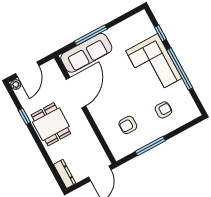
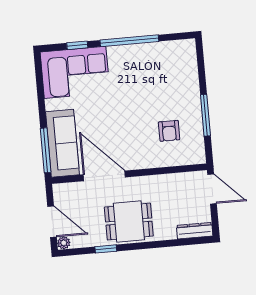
window: (91, 35) -> (46, 150), moved
corner sofa: (154, 65) -> (75, 72), moved
armchair: (163, 110) -> (169, 81), removed

